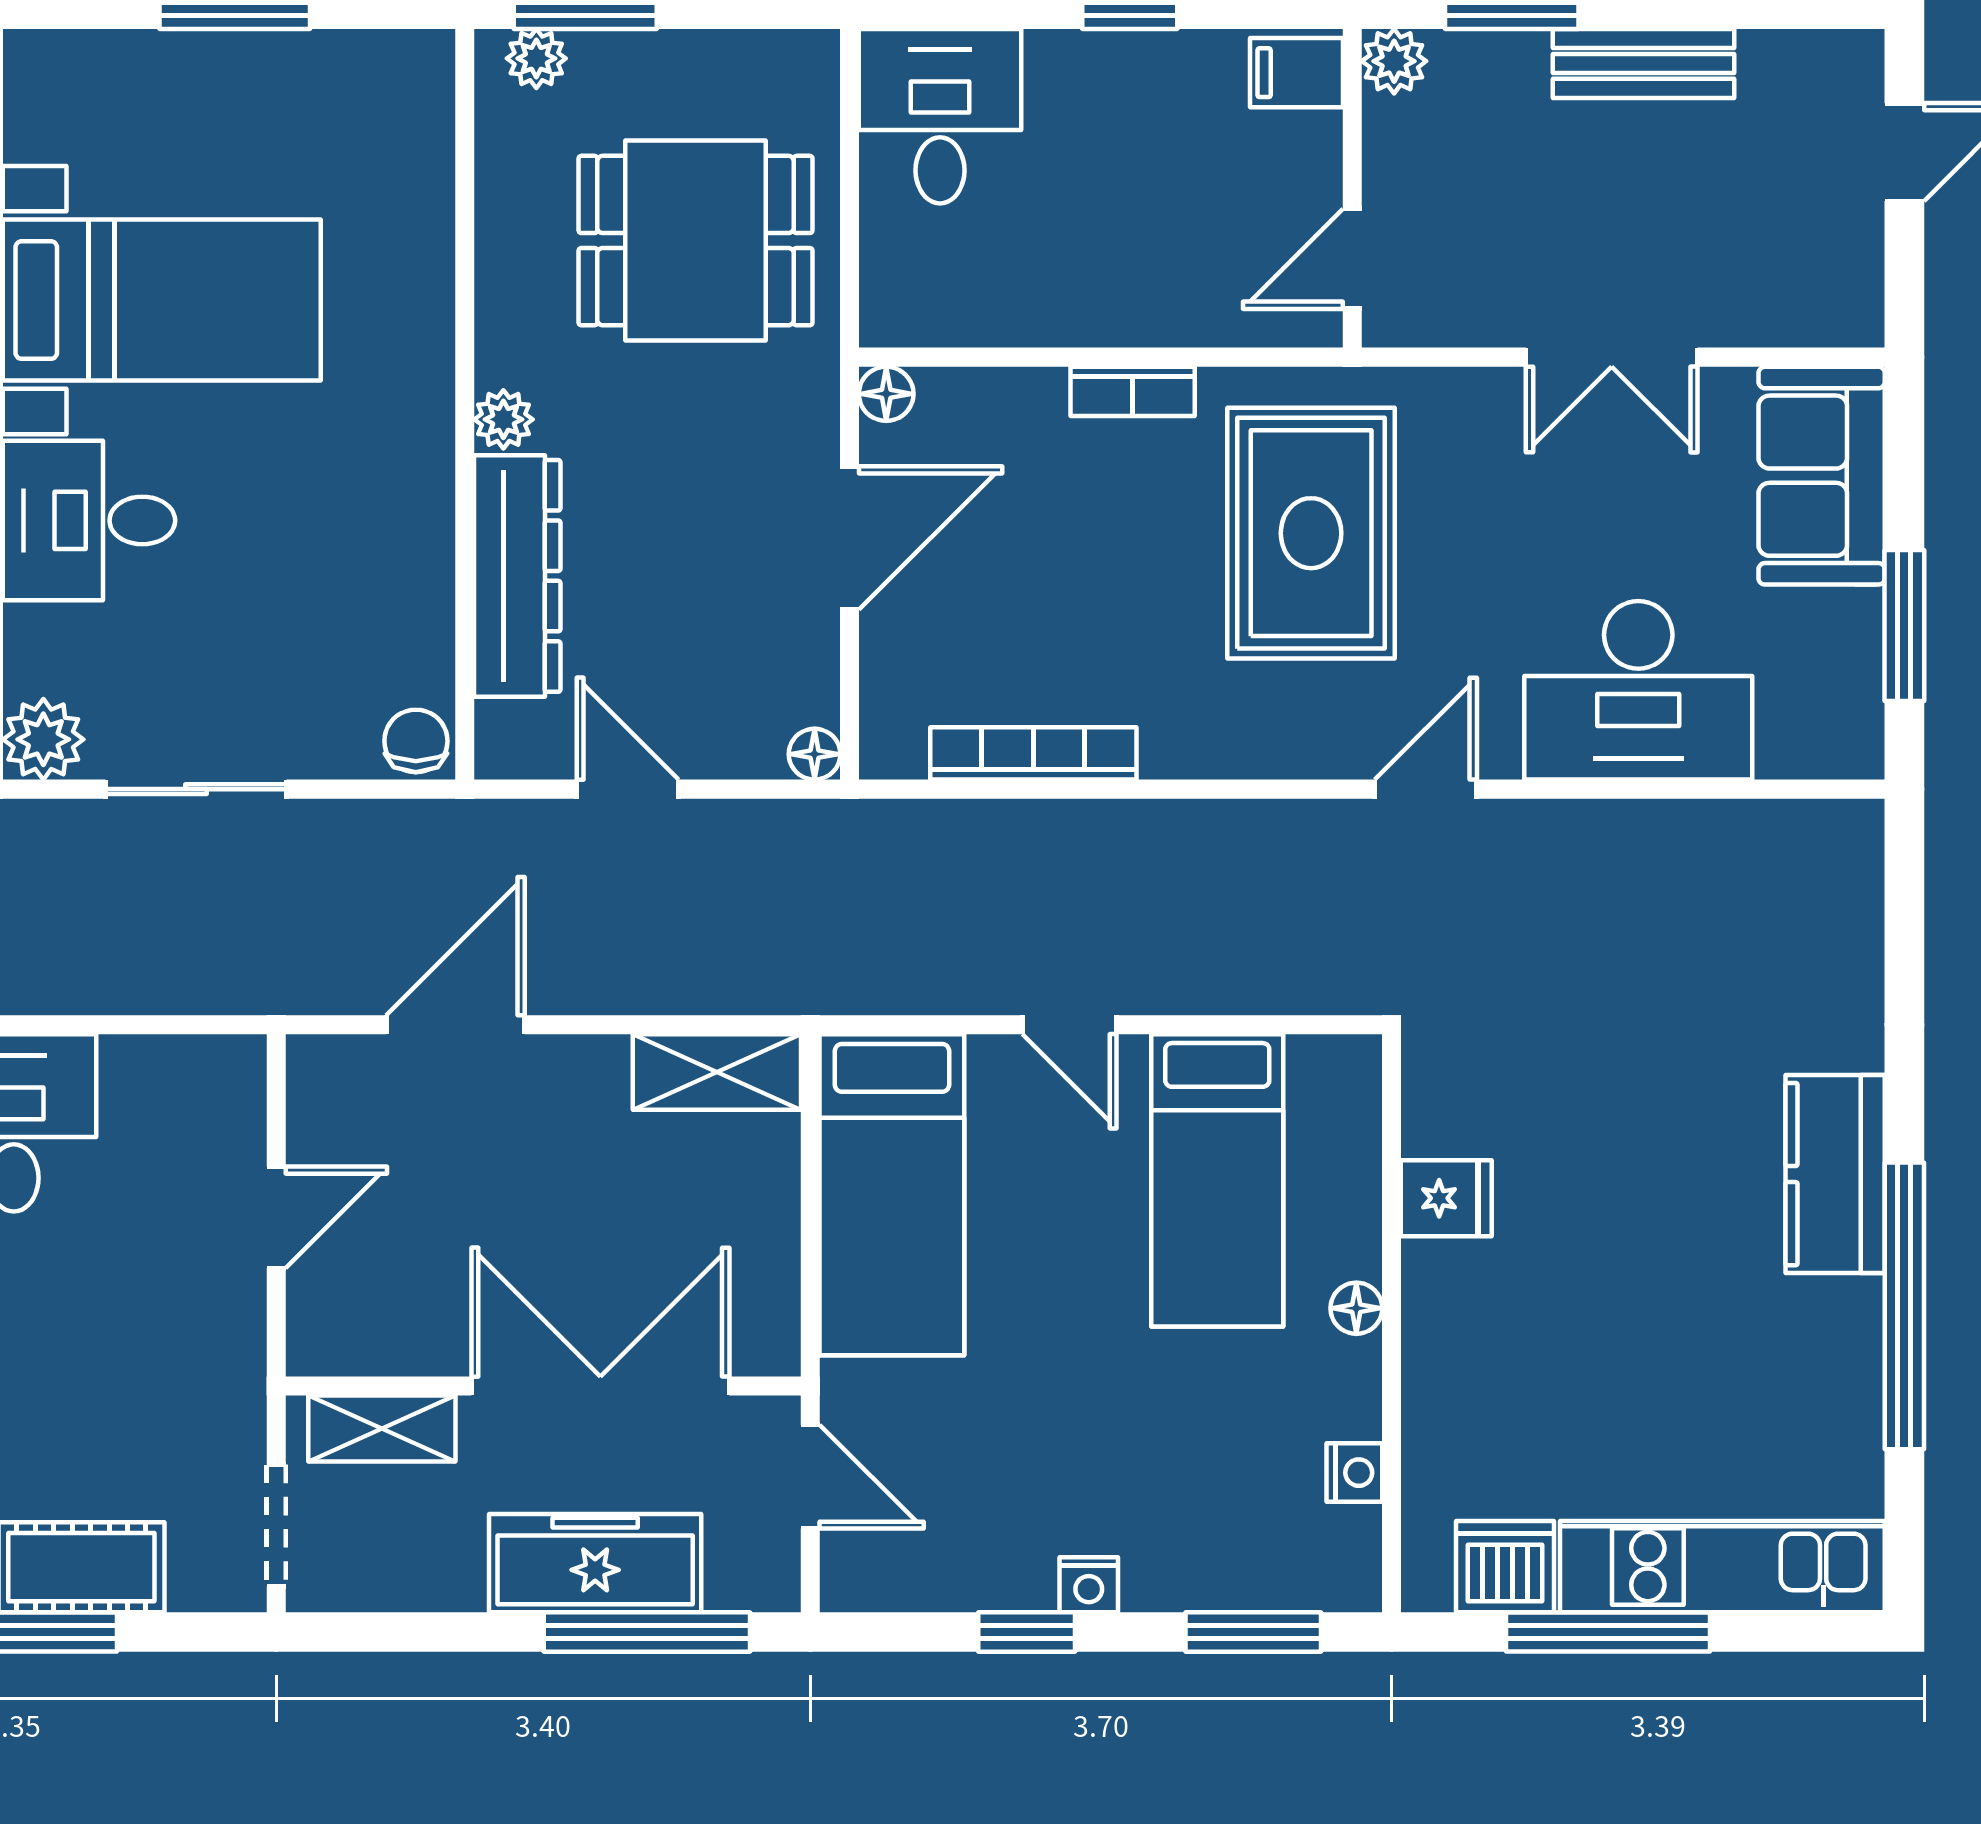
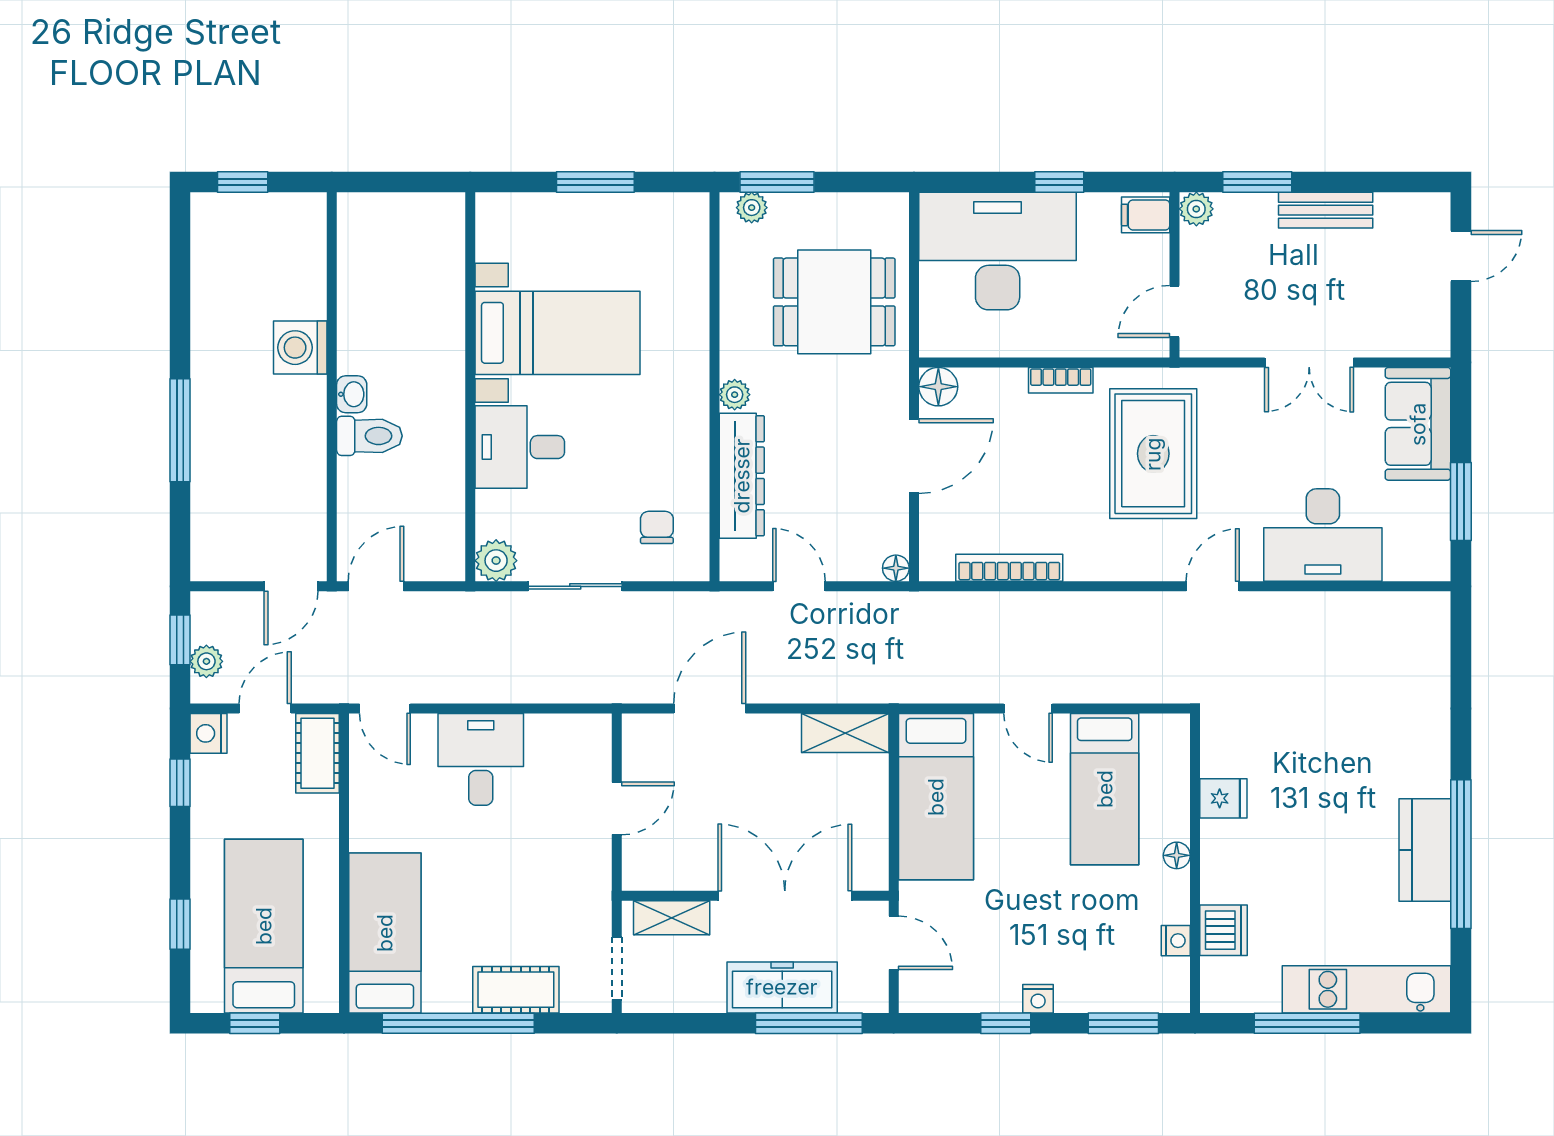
desk: (940, 116) -> (998, 251), width x1.87, depth x1.30
floor lamp: (886, 394) -> (938, 387), width x1.37, depth x1.37
chair: (416, 741) -> (657, 527), moved
kitchen counter: (1835, 1174) -> (1425, 850), moved
dishwasher: (1505, 1567) -> (1224, 930), moved, turned 90

